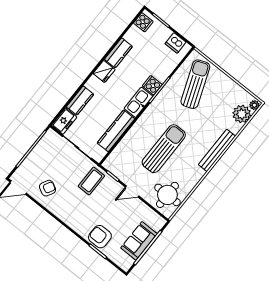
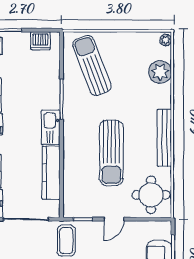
cooker: (152, 85) -> (51, 100), removed
plant: (242, 114) -> (160, 72), moved
sun lounger: (164, 149) -> (111, 153), turned 180
bench: (217, 150) -> (164, 138), moved

